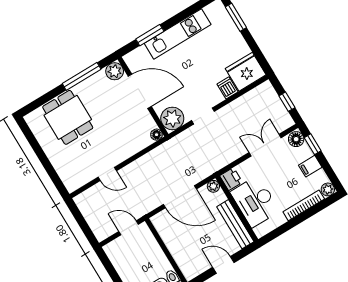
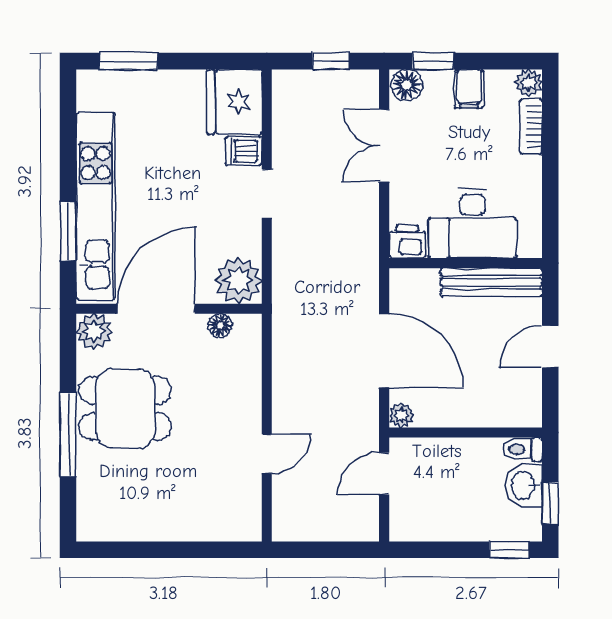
kitchen unit: (178, 34) -> (96, 206), width x1.36
window: (82, 76) -> (68, 435), moved
doorway: (203, 116) -> (267, 194), moved
dining table: (68, 117) -> (125, 409), moved
floor lamp: (157, 135) -> (220, 325), moved
plant: (213, 186) -> (401, 415), moved
door: (180, 197) -> (384, 350), hinge flipped
bookcase: (304, 205) -> (531, 127), width x0.64

